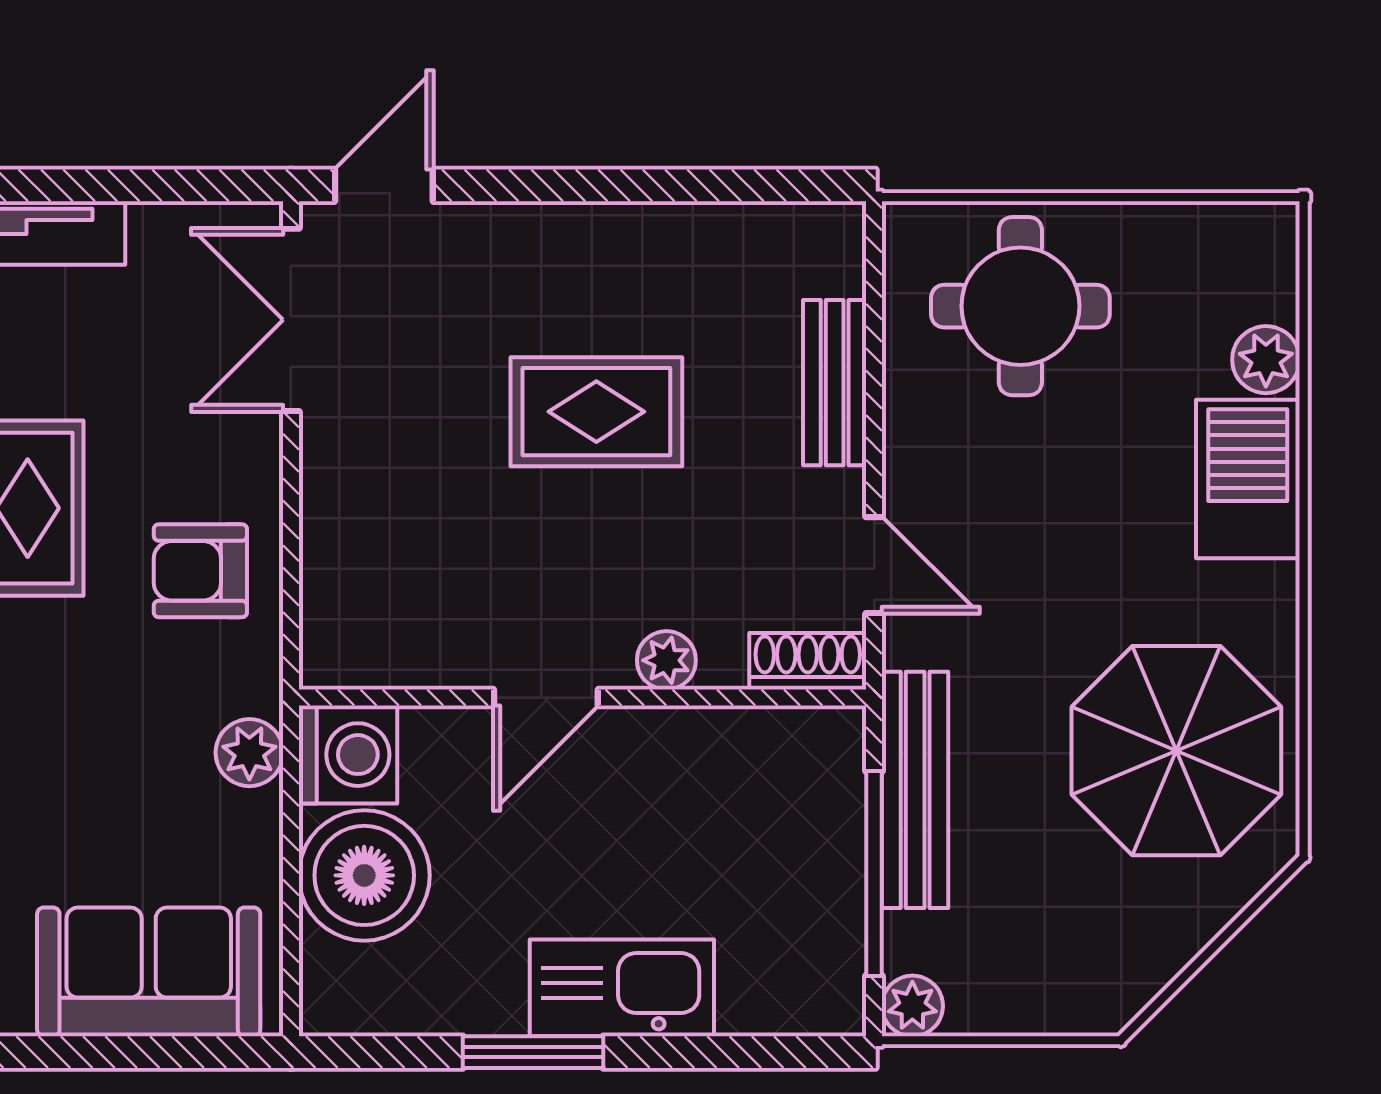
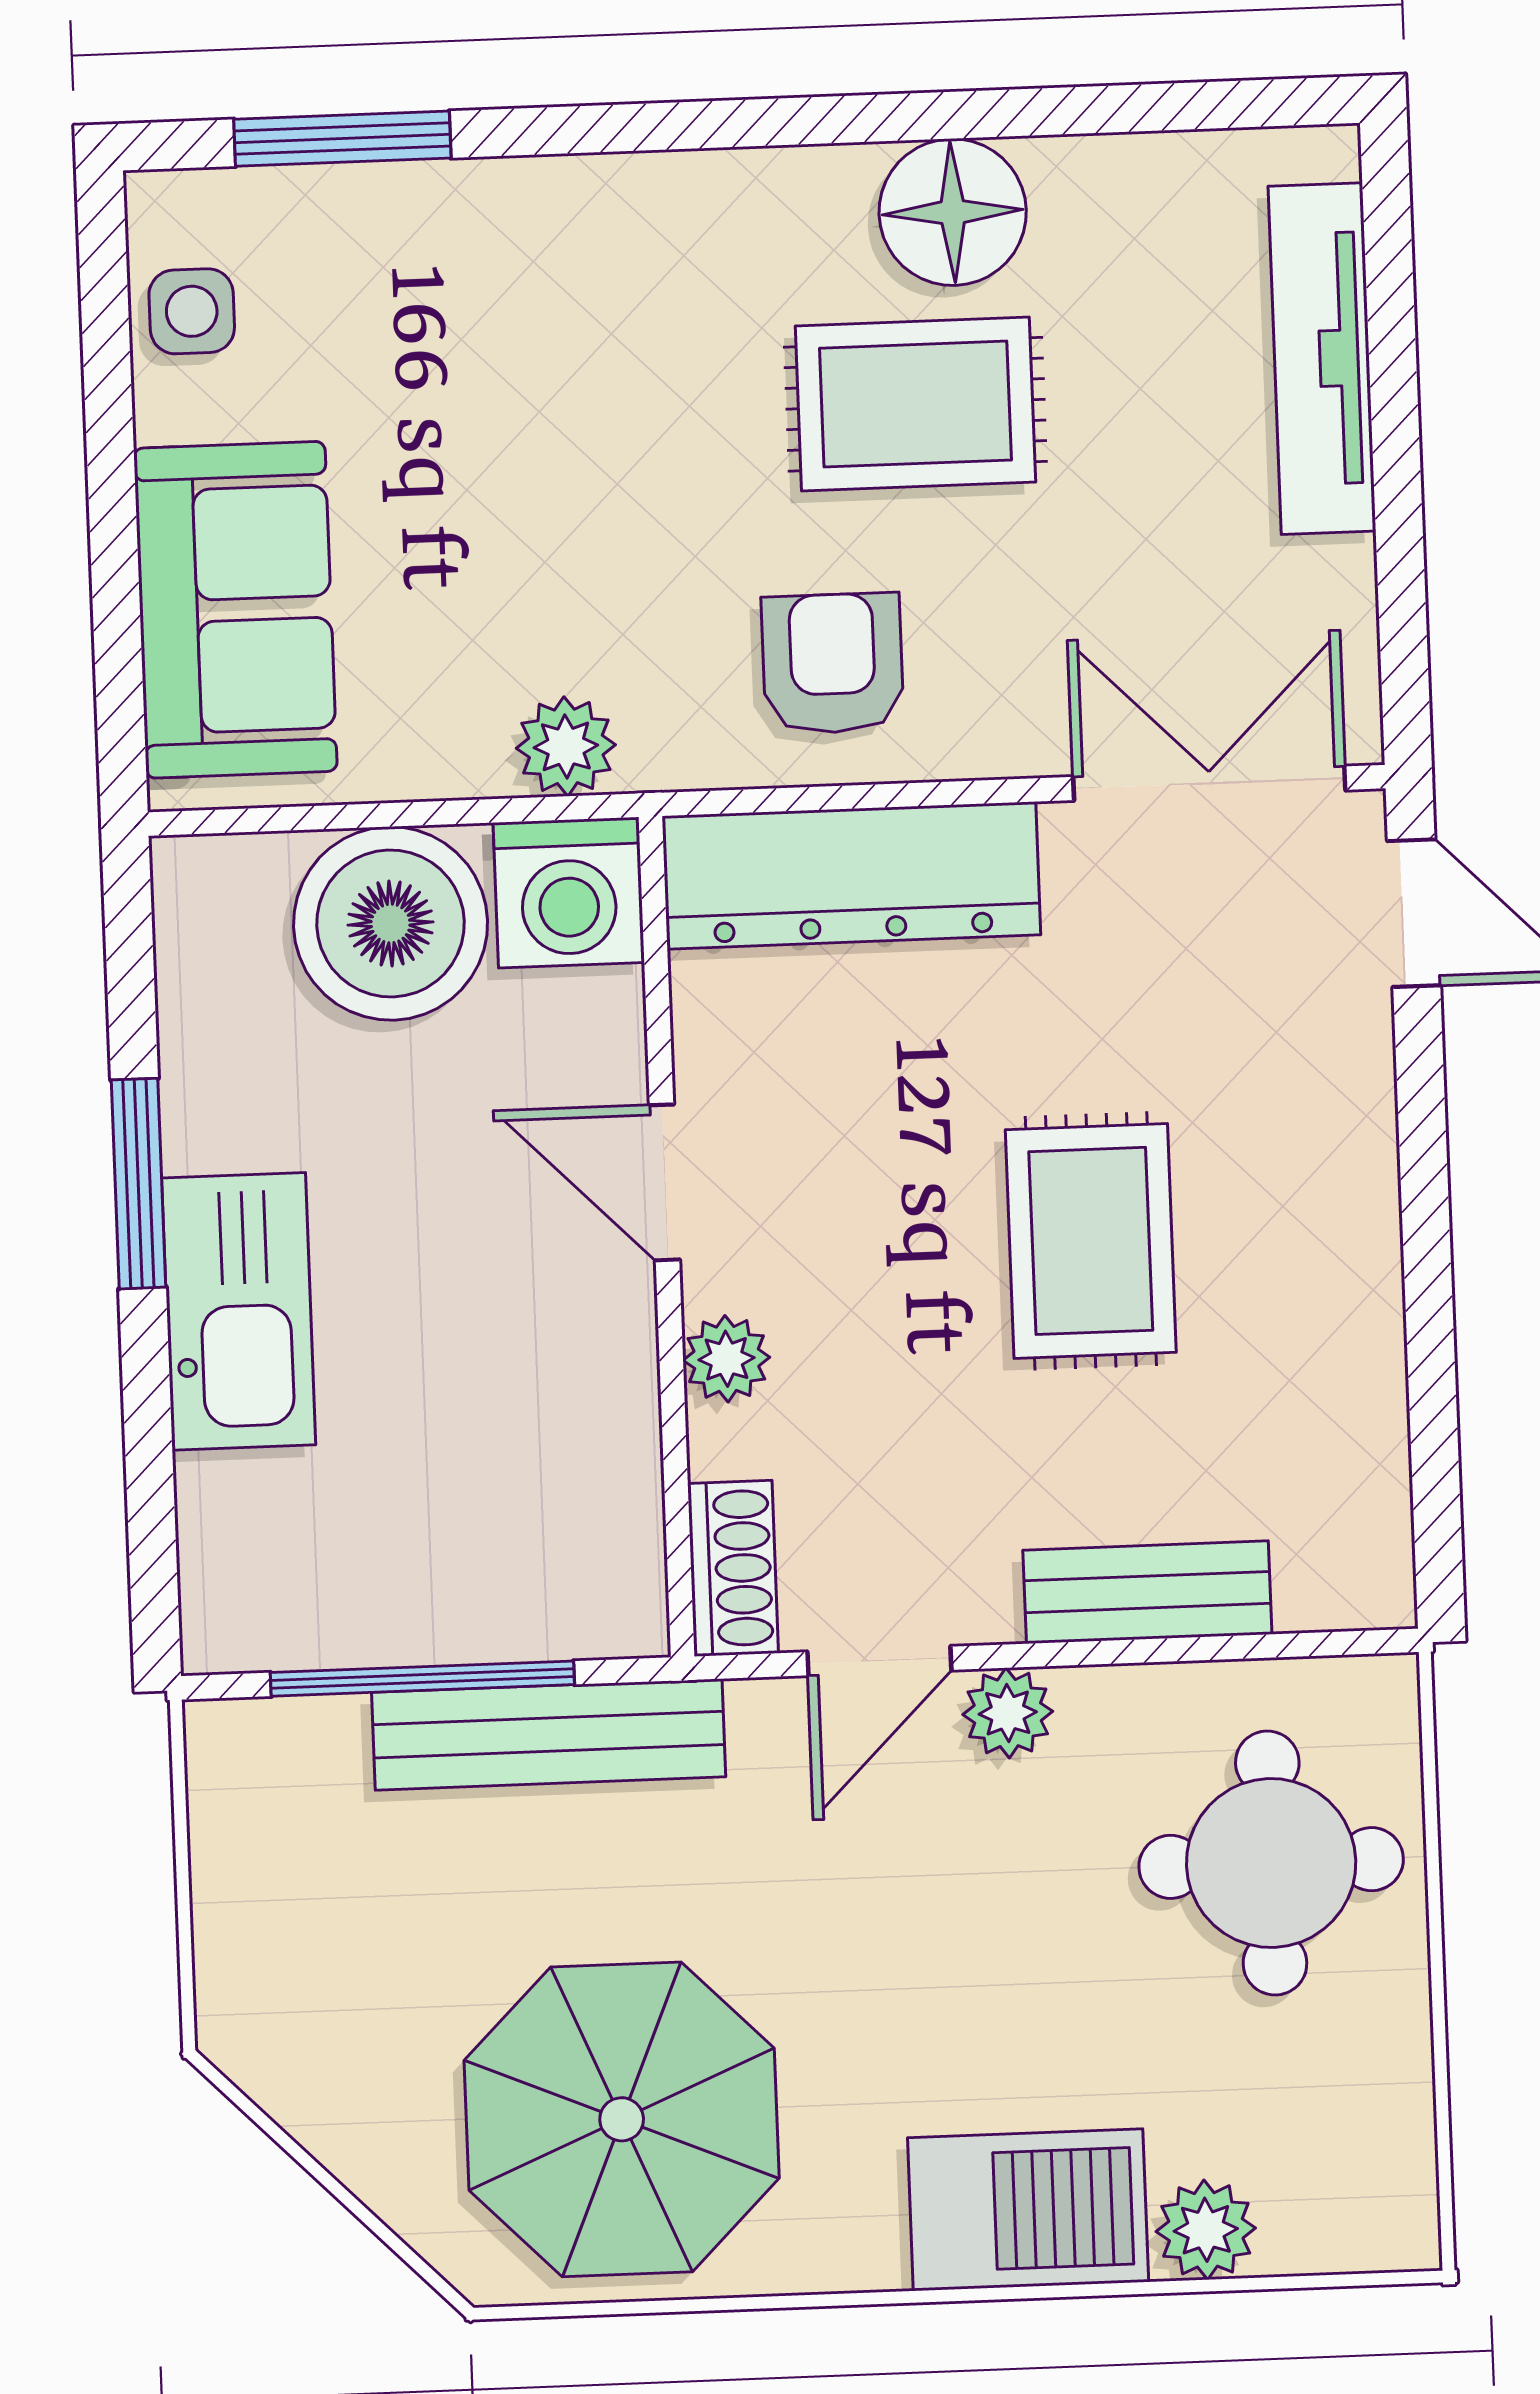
dresser: (344, 564) -> (851, 875), added
plant: (912, 1006) -> (1008, 1713), moved

